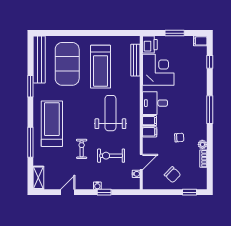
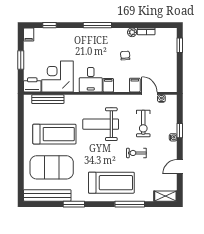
treadmill: (52, 124) -> (111, 183), turned 180
filing cabinet: (150, 132) -> (135, 85), moved
chair: (172, 175) -> (162, 62), removed
door: (68, 192) -> (180, 167), hinge flipped

